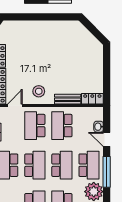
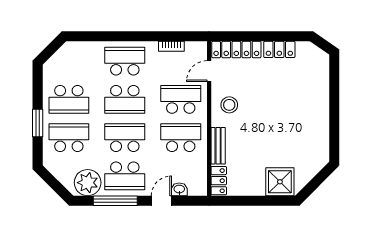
shower: (93, 55) -> (280, 182), added
door: (15, 106) -> (209, 71), swing flipped
school desk: (62, 165) -> (125, 138), turned 180

